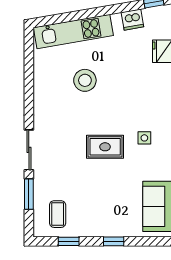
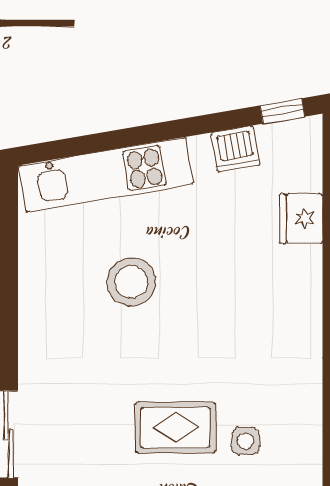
side table: (144, 138) -> (246, 441), moved

